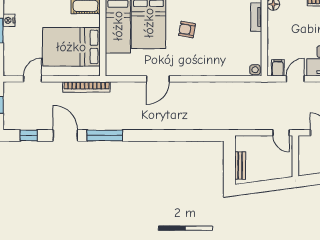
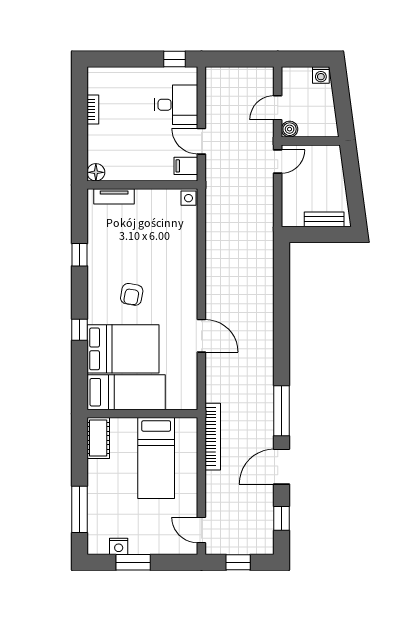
bed: (71, 47) -> (156, 458), width x0.67
door: (33, 79) -> (201, 530), moved
boiler: (304, 141) -> (290, 129), added

